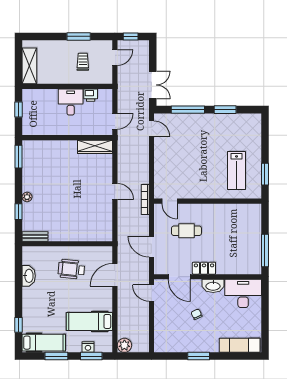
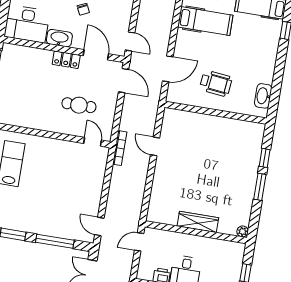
wardrobe: (95, 147) -> (198, 222), moved
window: (19, 157) -> (260, 187), moved
door: (115, 191) -> (155, 146), moved
plant: (27, 197) -> (243, 231), moved
bench: (35, 236) -> (251, 127), removed
door: (151, 247) -> (124, 81), moved
washbasin: (29, 276) -> (263, 96), moved

